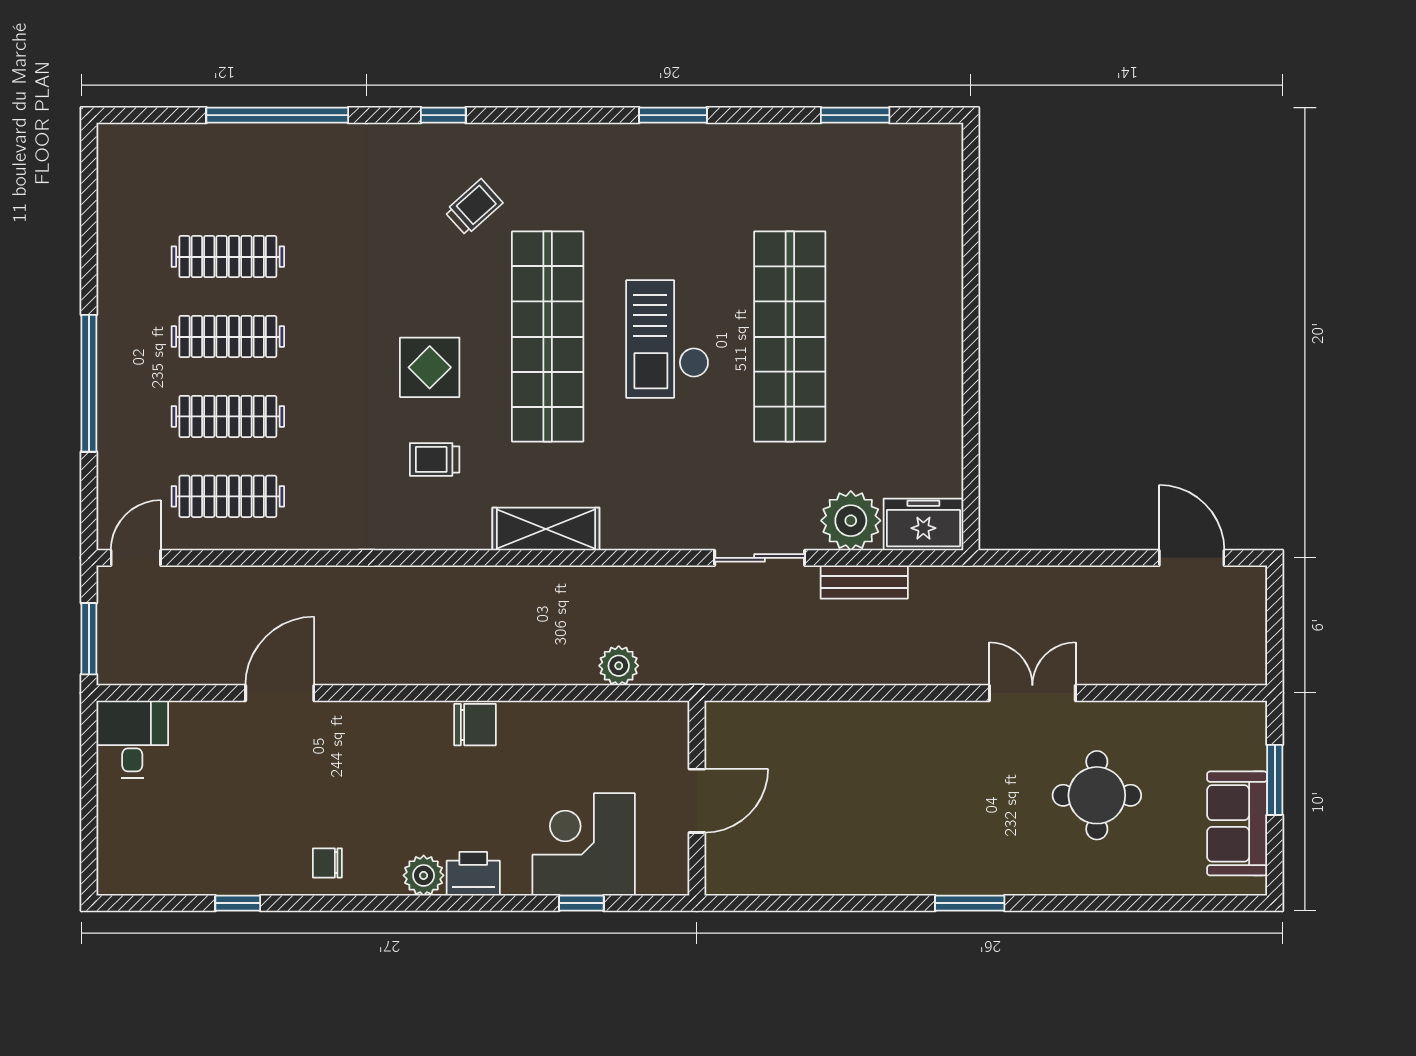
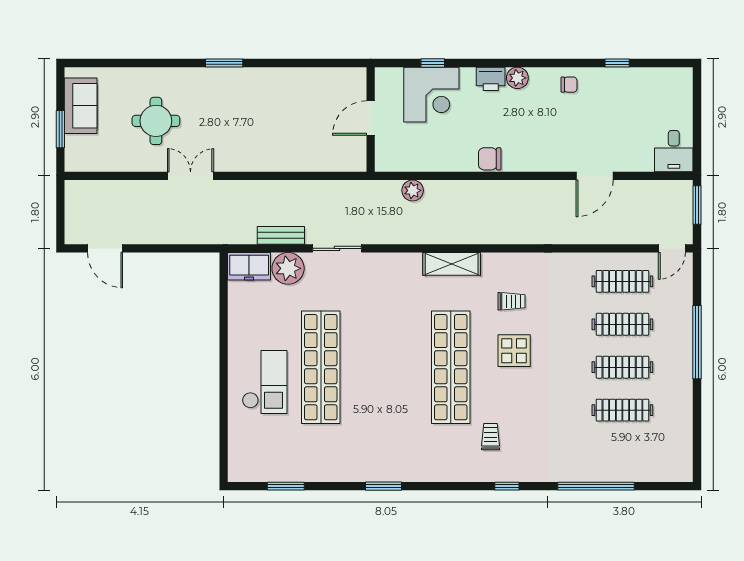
trolley: (474, 207) -> (490, 437), turned 132
checkout: (667, 339) -> (265, 382), moved
double door: (1032, 693) -> (191, 176), swing flipped

